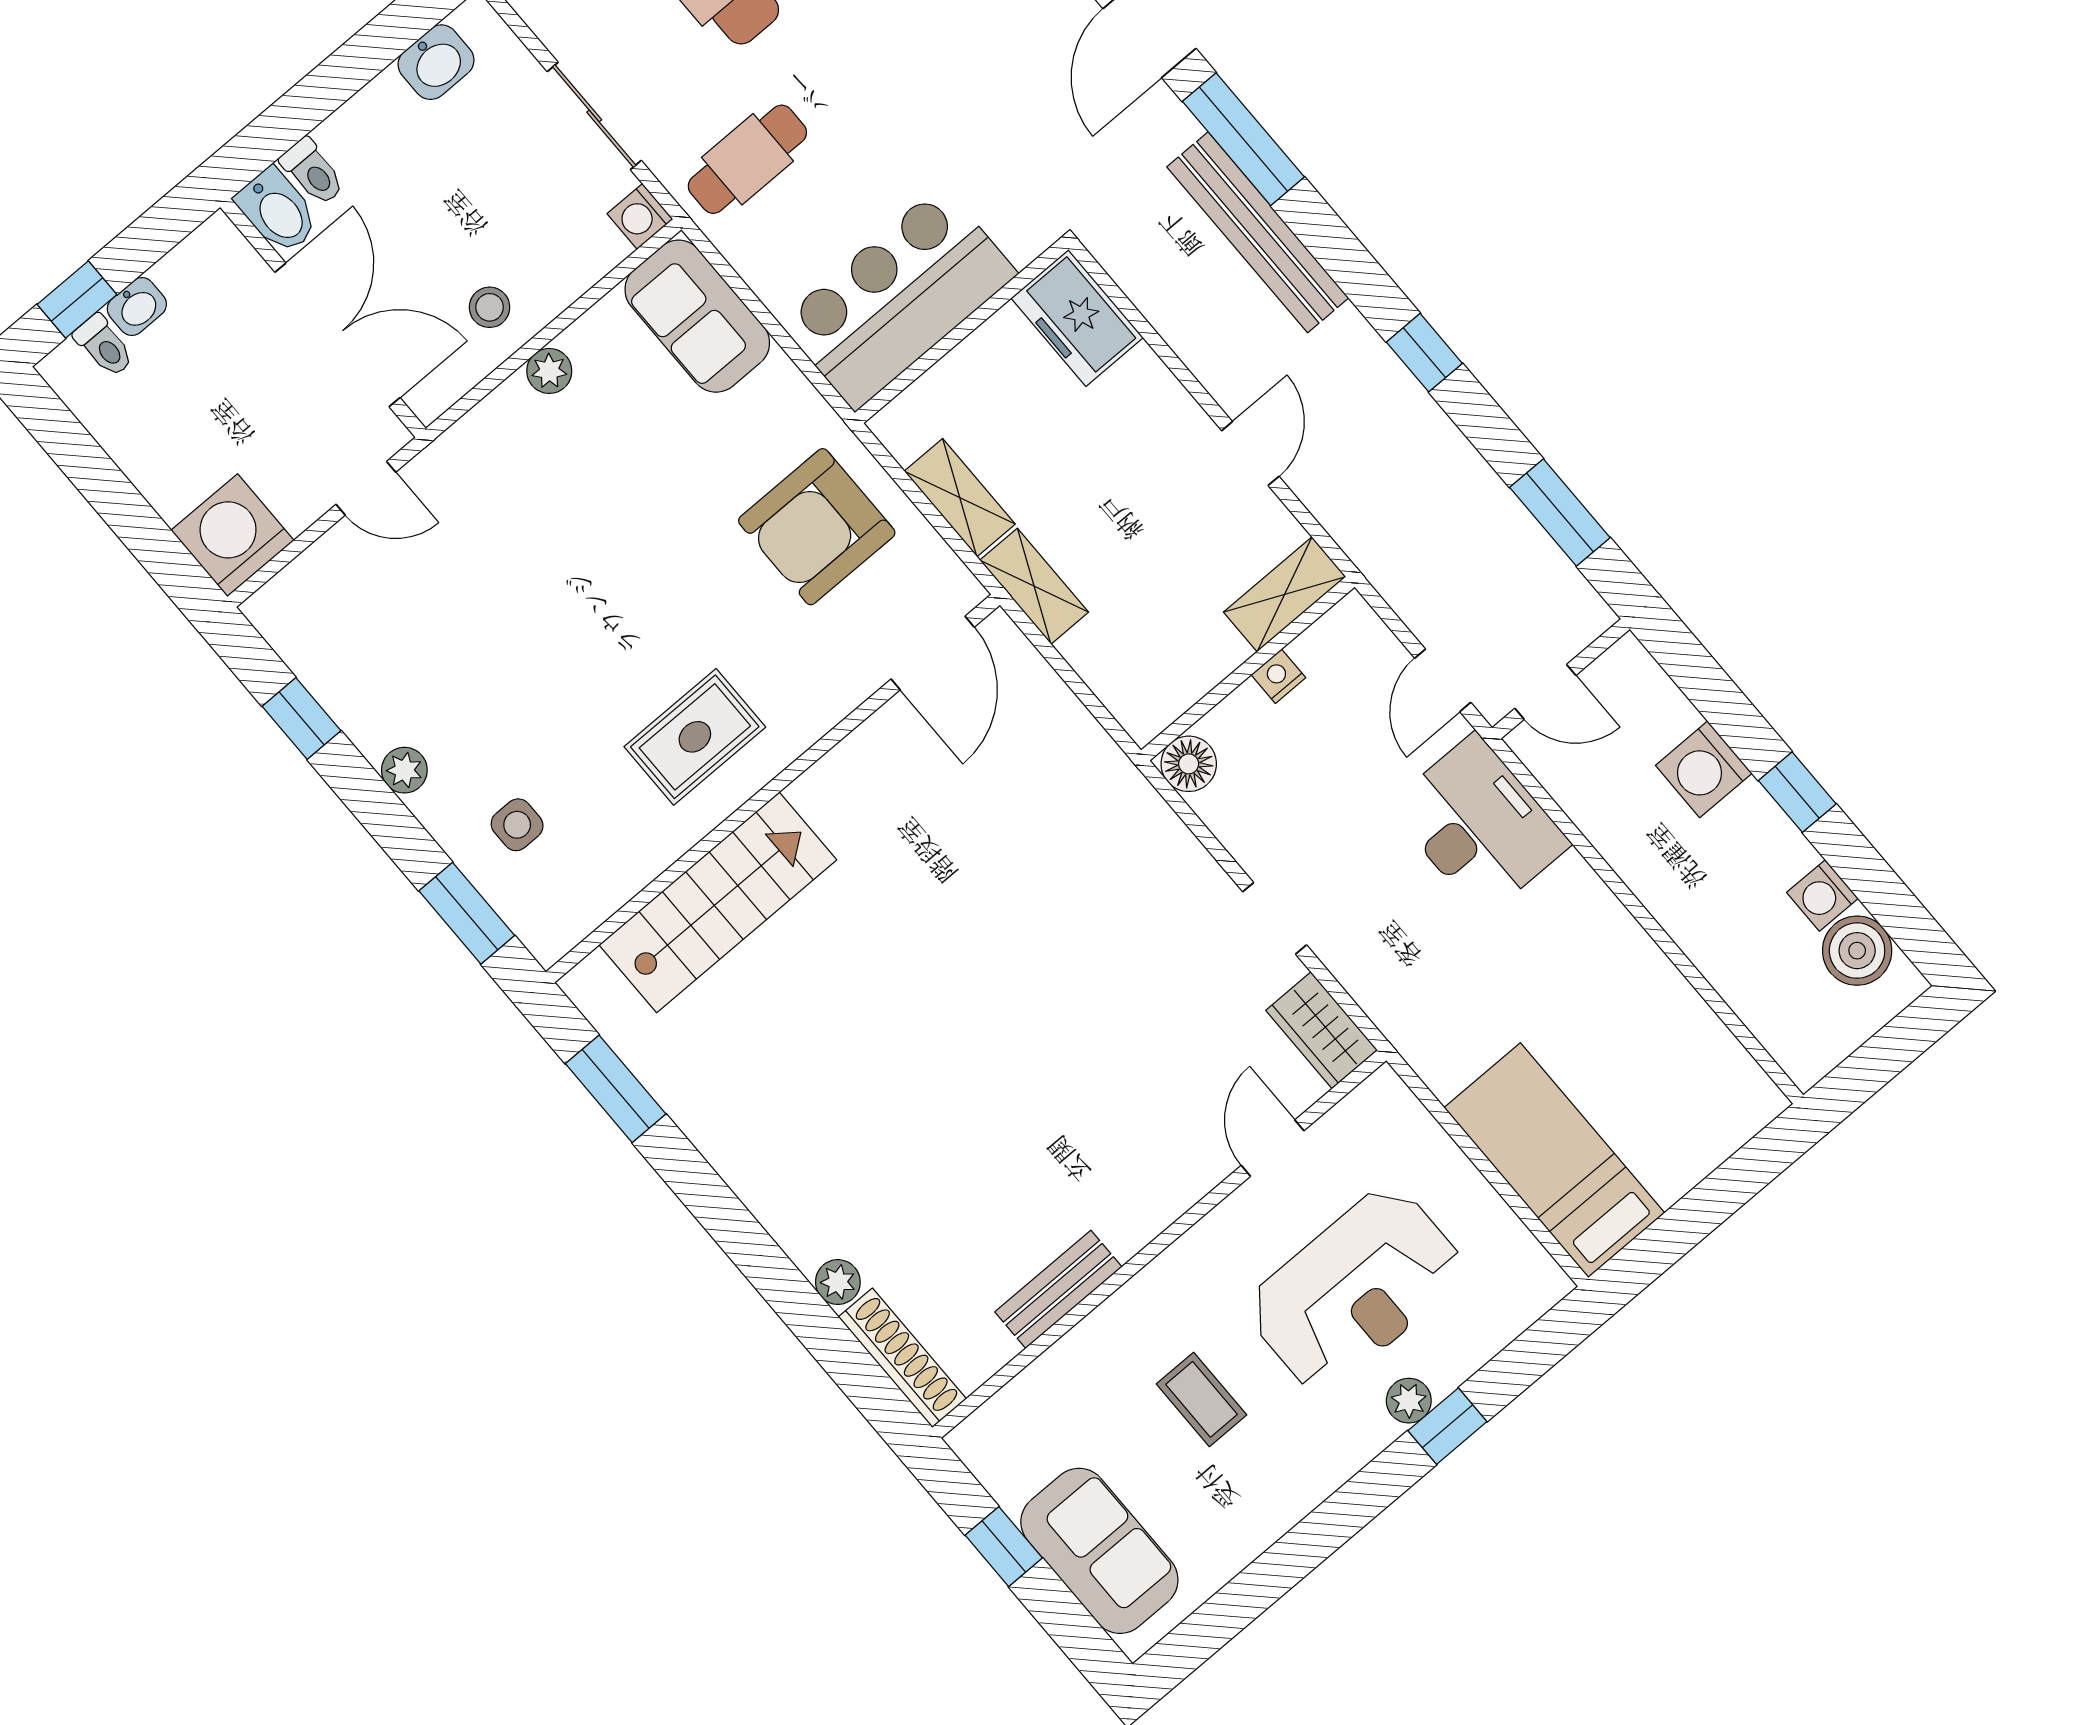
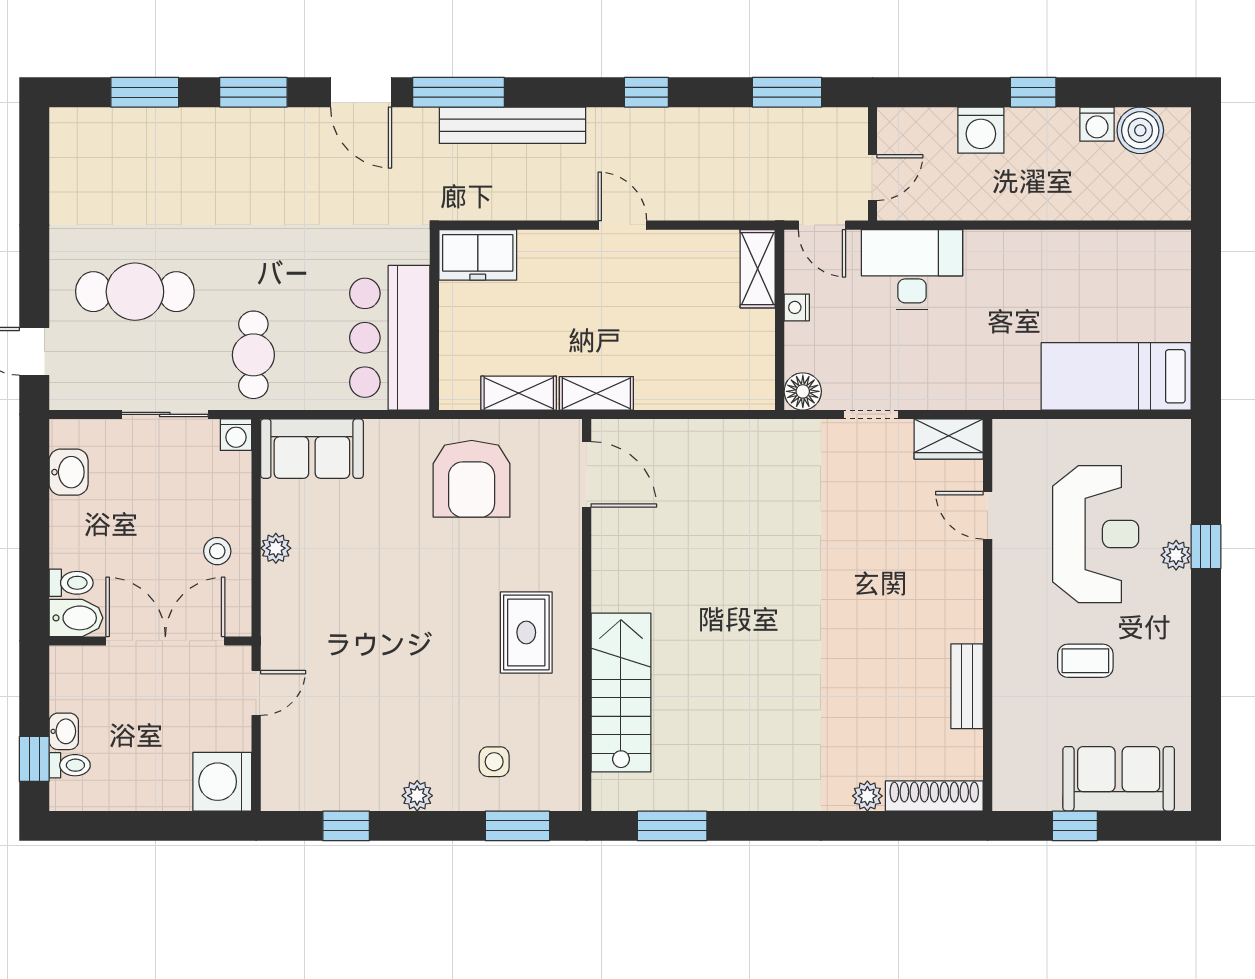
shelving: (1285, 594) -> (758, 269), moved
wall: (1248, 669) -> (780, 320), moved
nightstand: (1278, 676) -> (797, 307), moved
floor lamp: (1189, 764) -> (803, 391), moved

